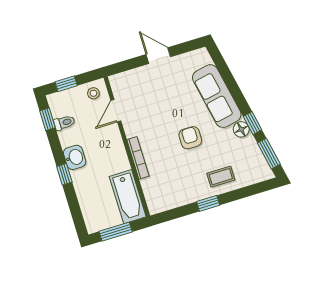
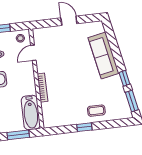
floor lamp: (241, 129) -> (116, 81), removed
armchair: (190, 138) -> (80, 80), removed

